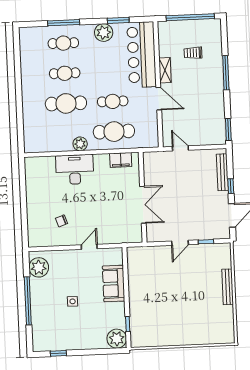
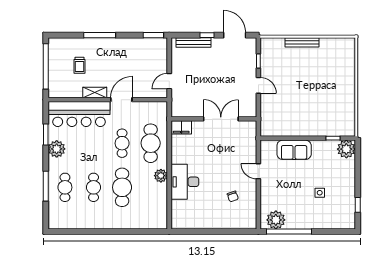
filing cabinet: (121, 160) -> (181, 127), moved, turned 90
window: (28, 301) -> (289, 232), moved
side table: (73, 301) -> (320, 193), moved

